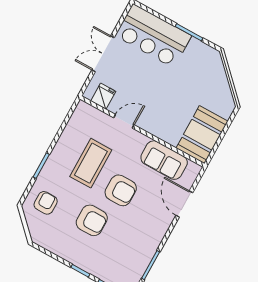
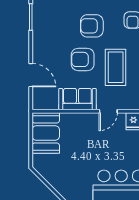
sofa: (164, 160) -> (77, 99), moved

